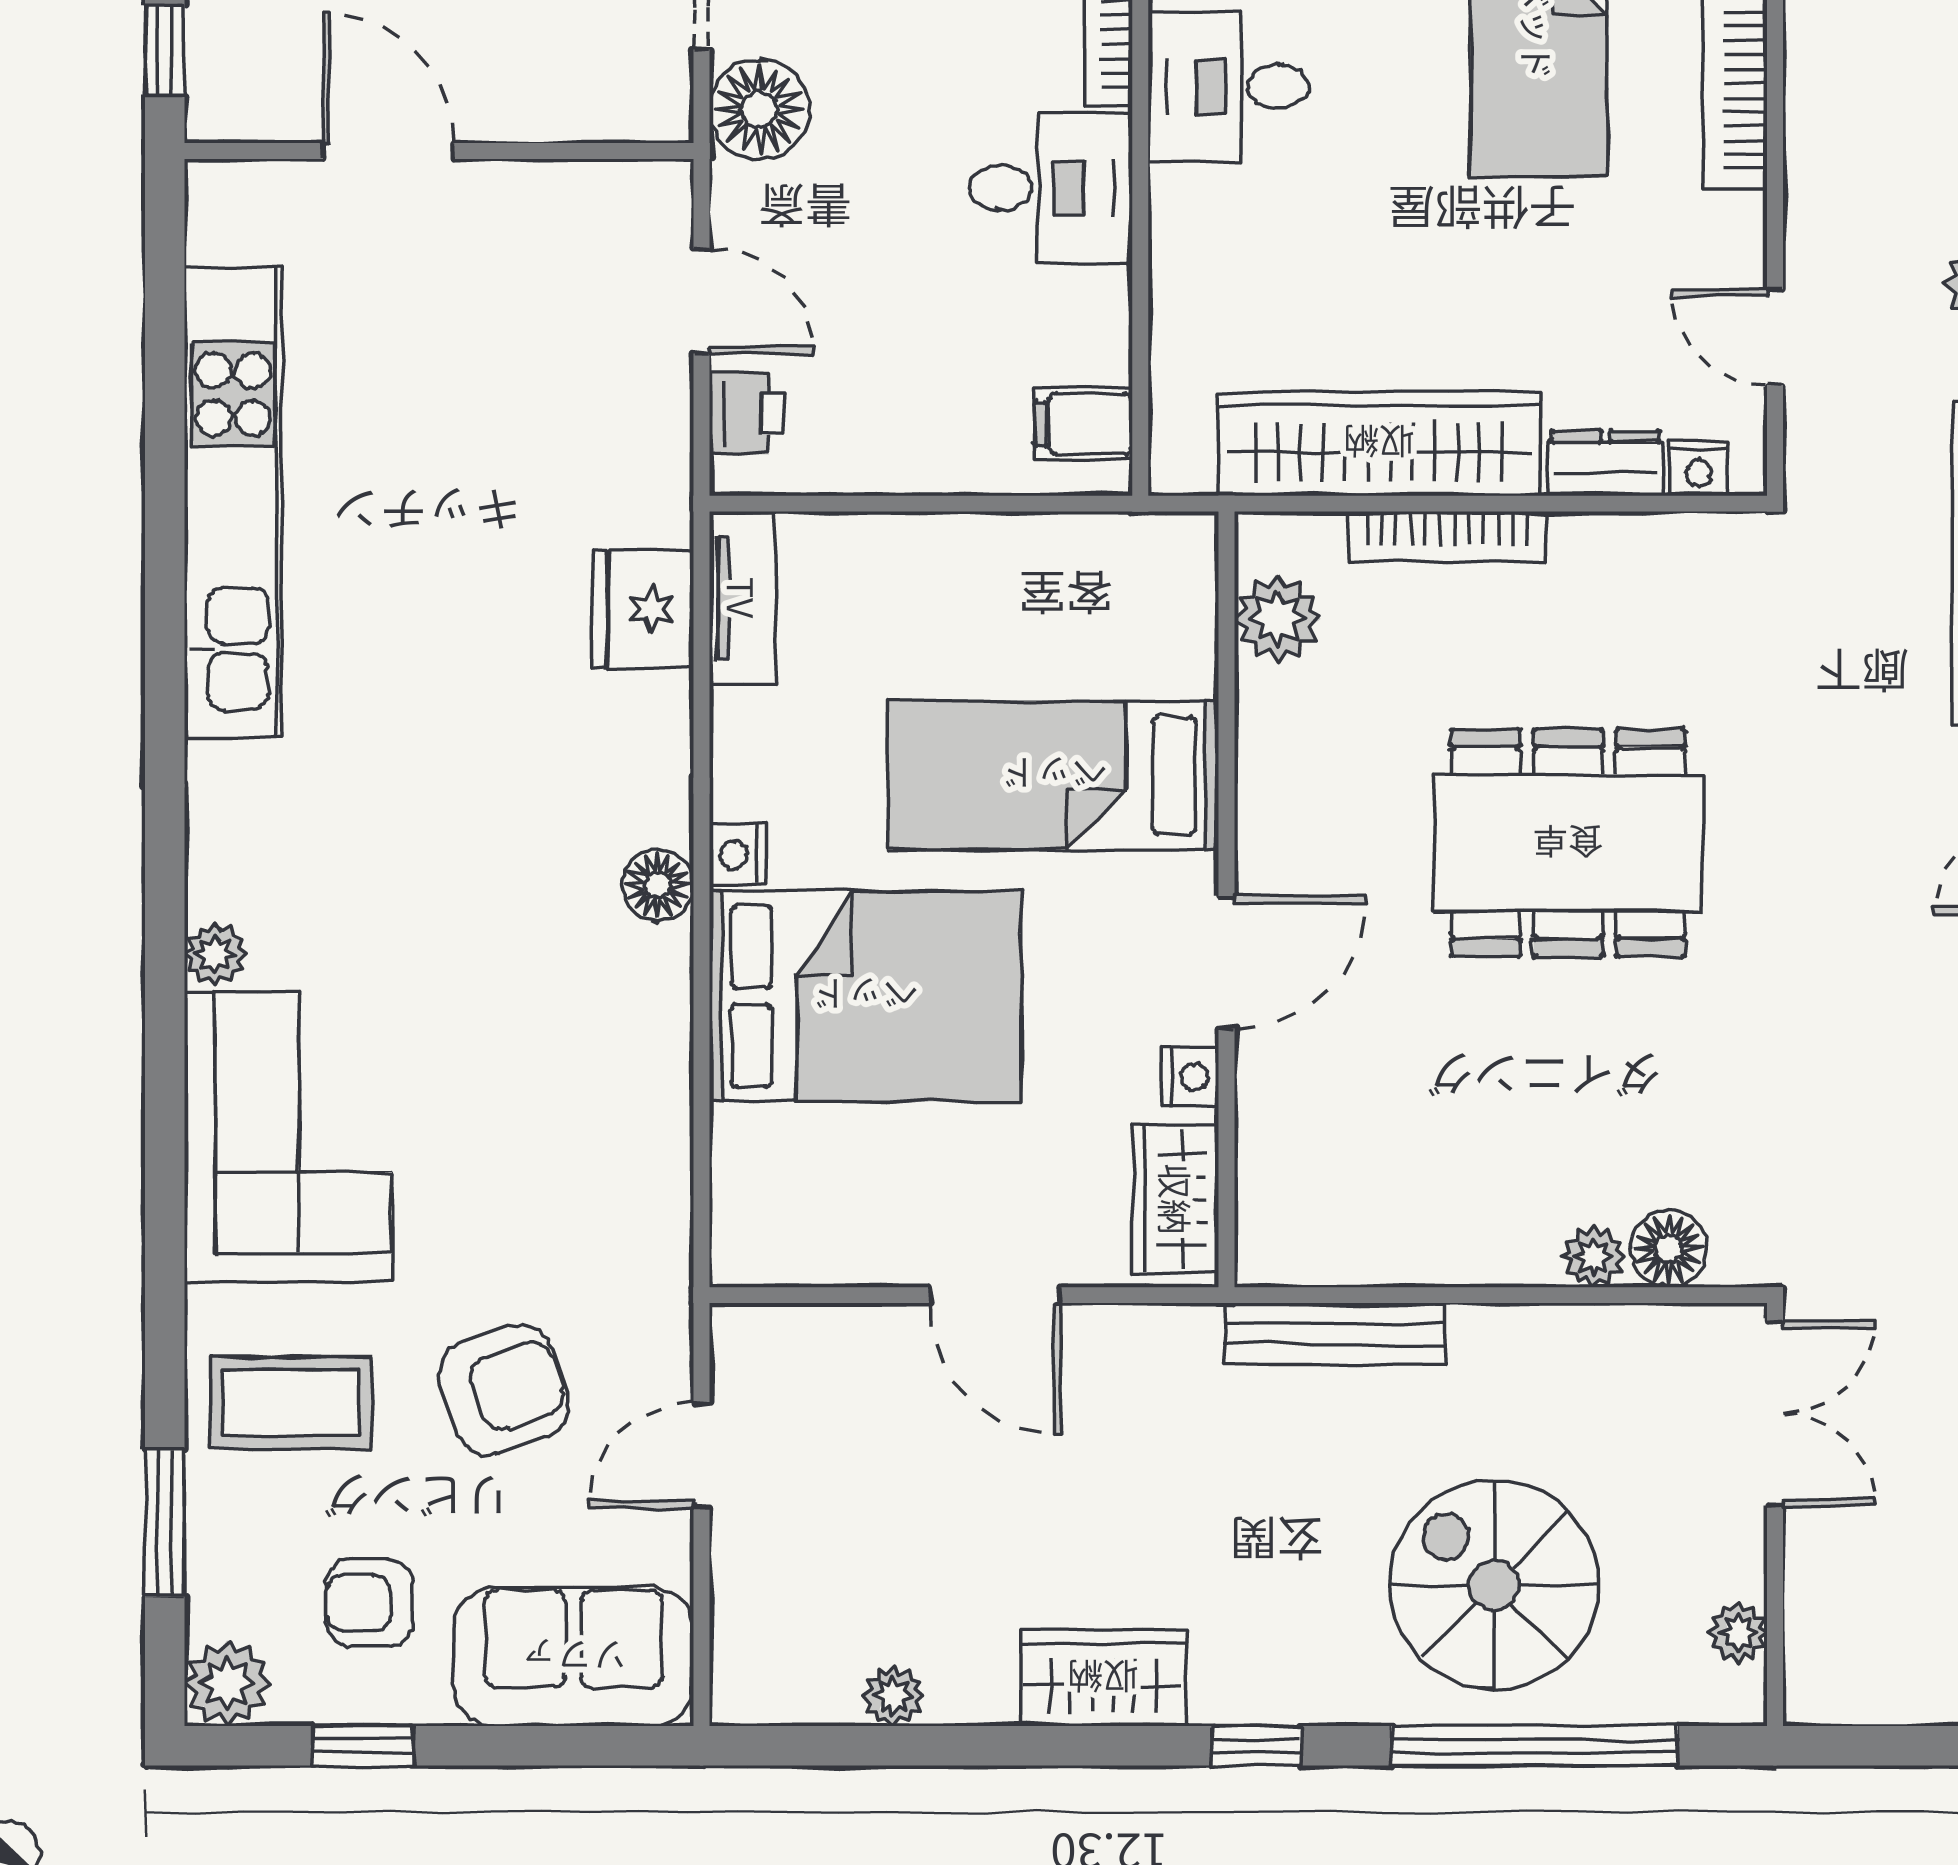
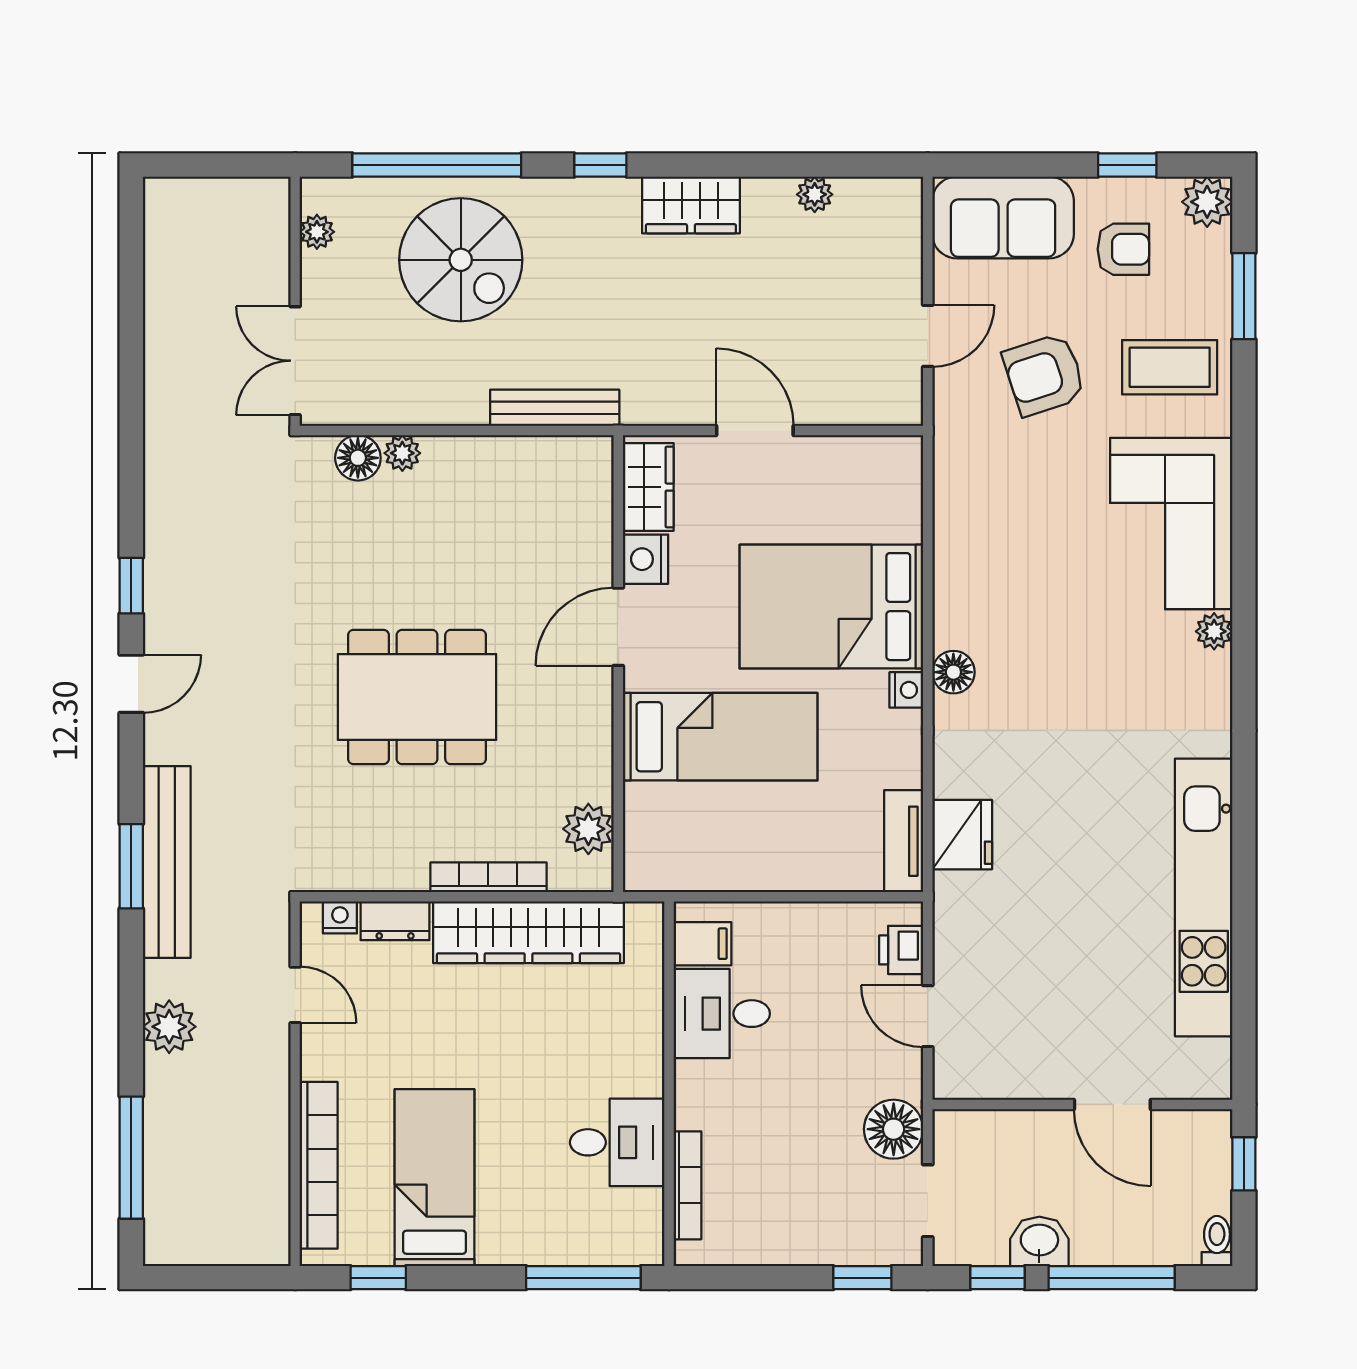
desk: (1051, 188) -> (722, 1014), moved
nightstand: (1190, 1077) -> (646, 559), width x1.39, depth x1.35

